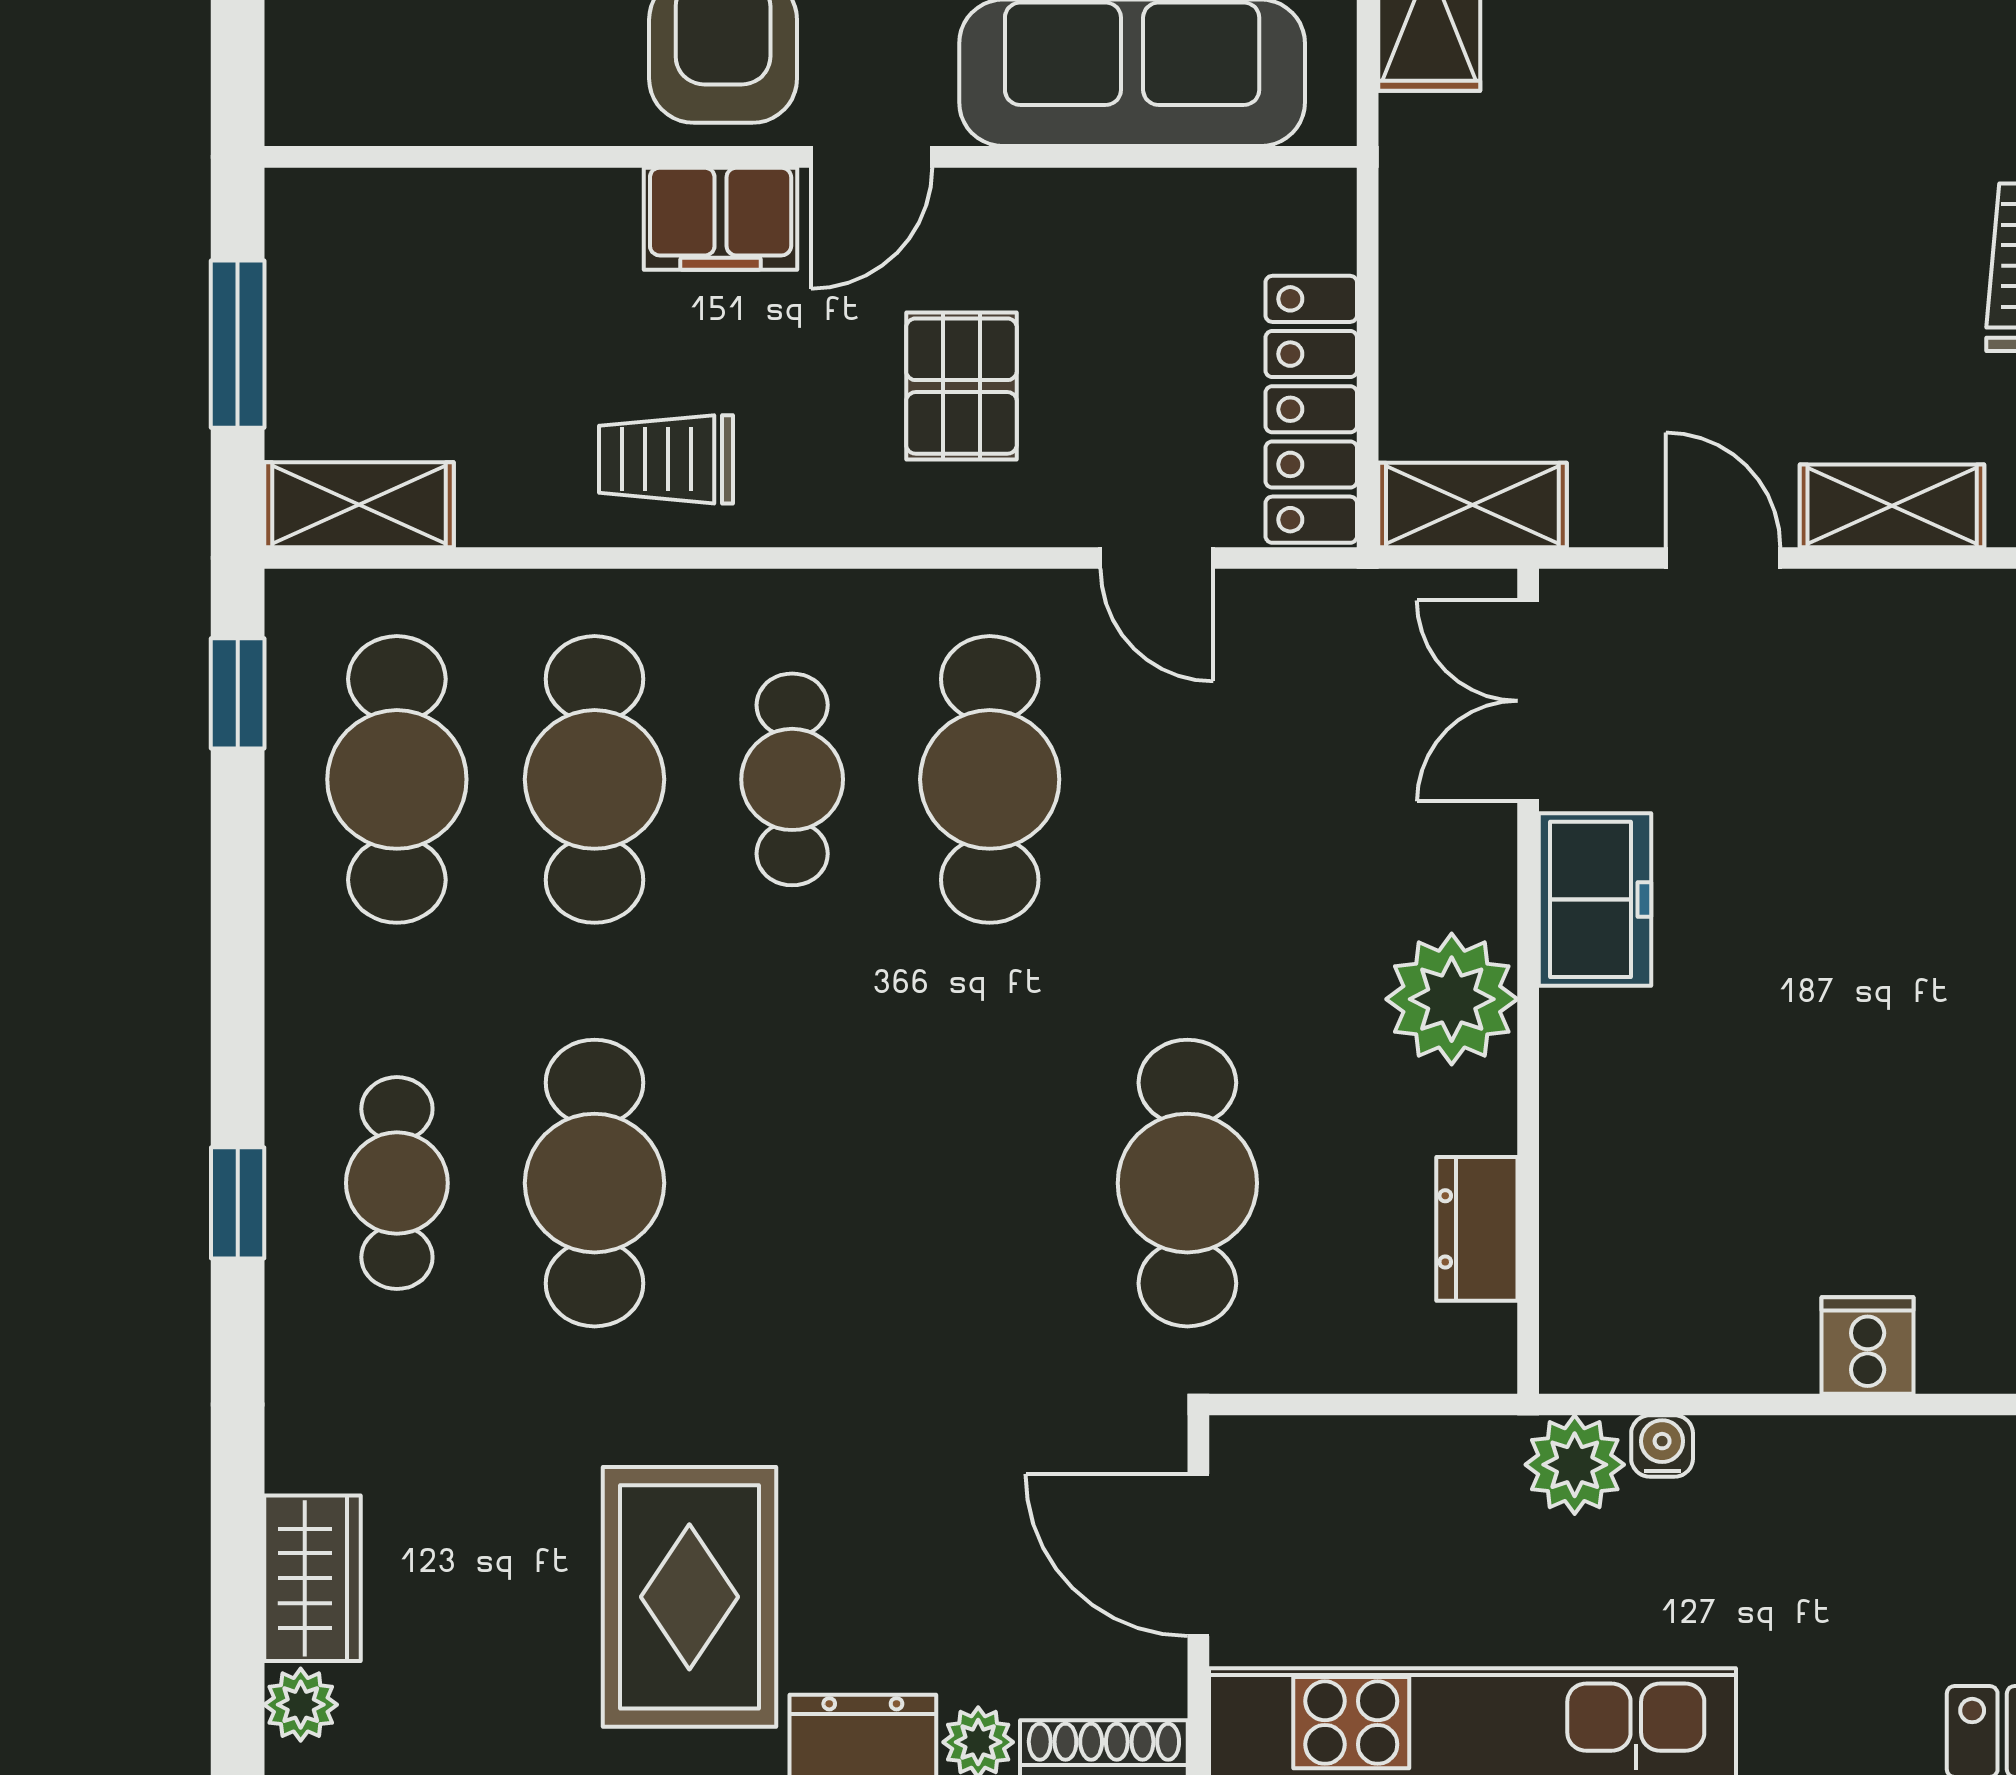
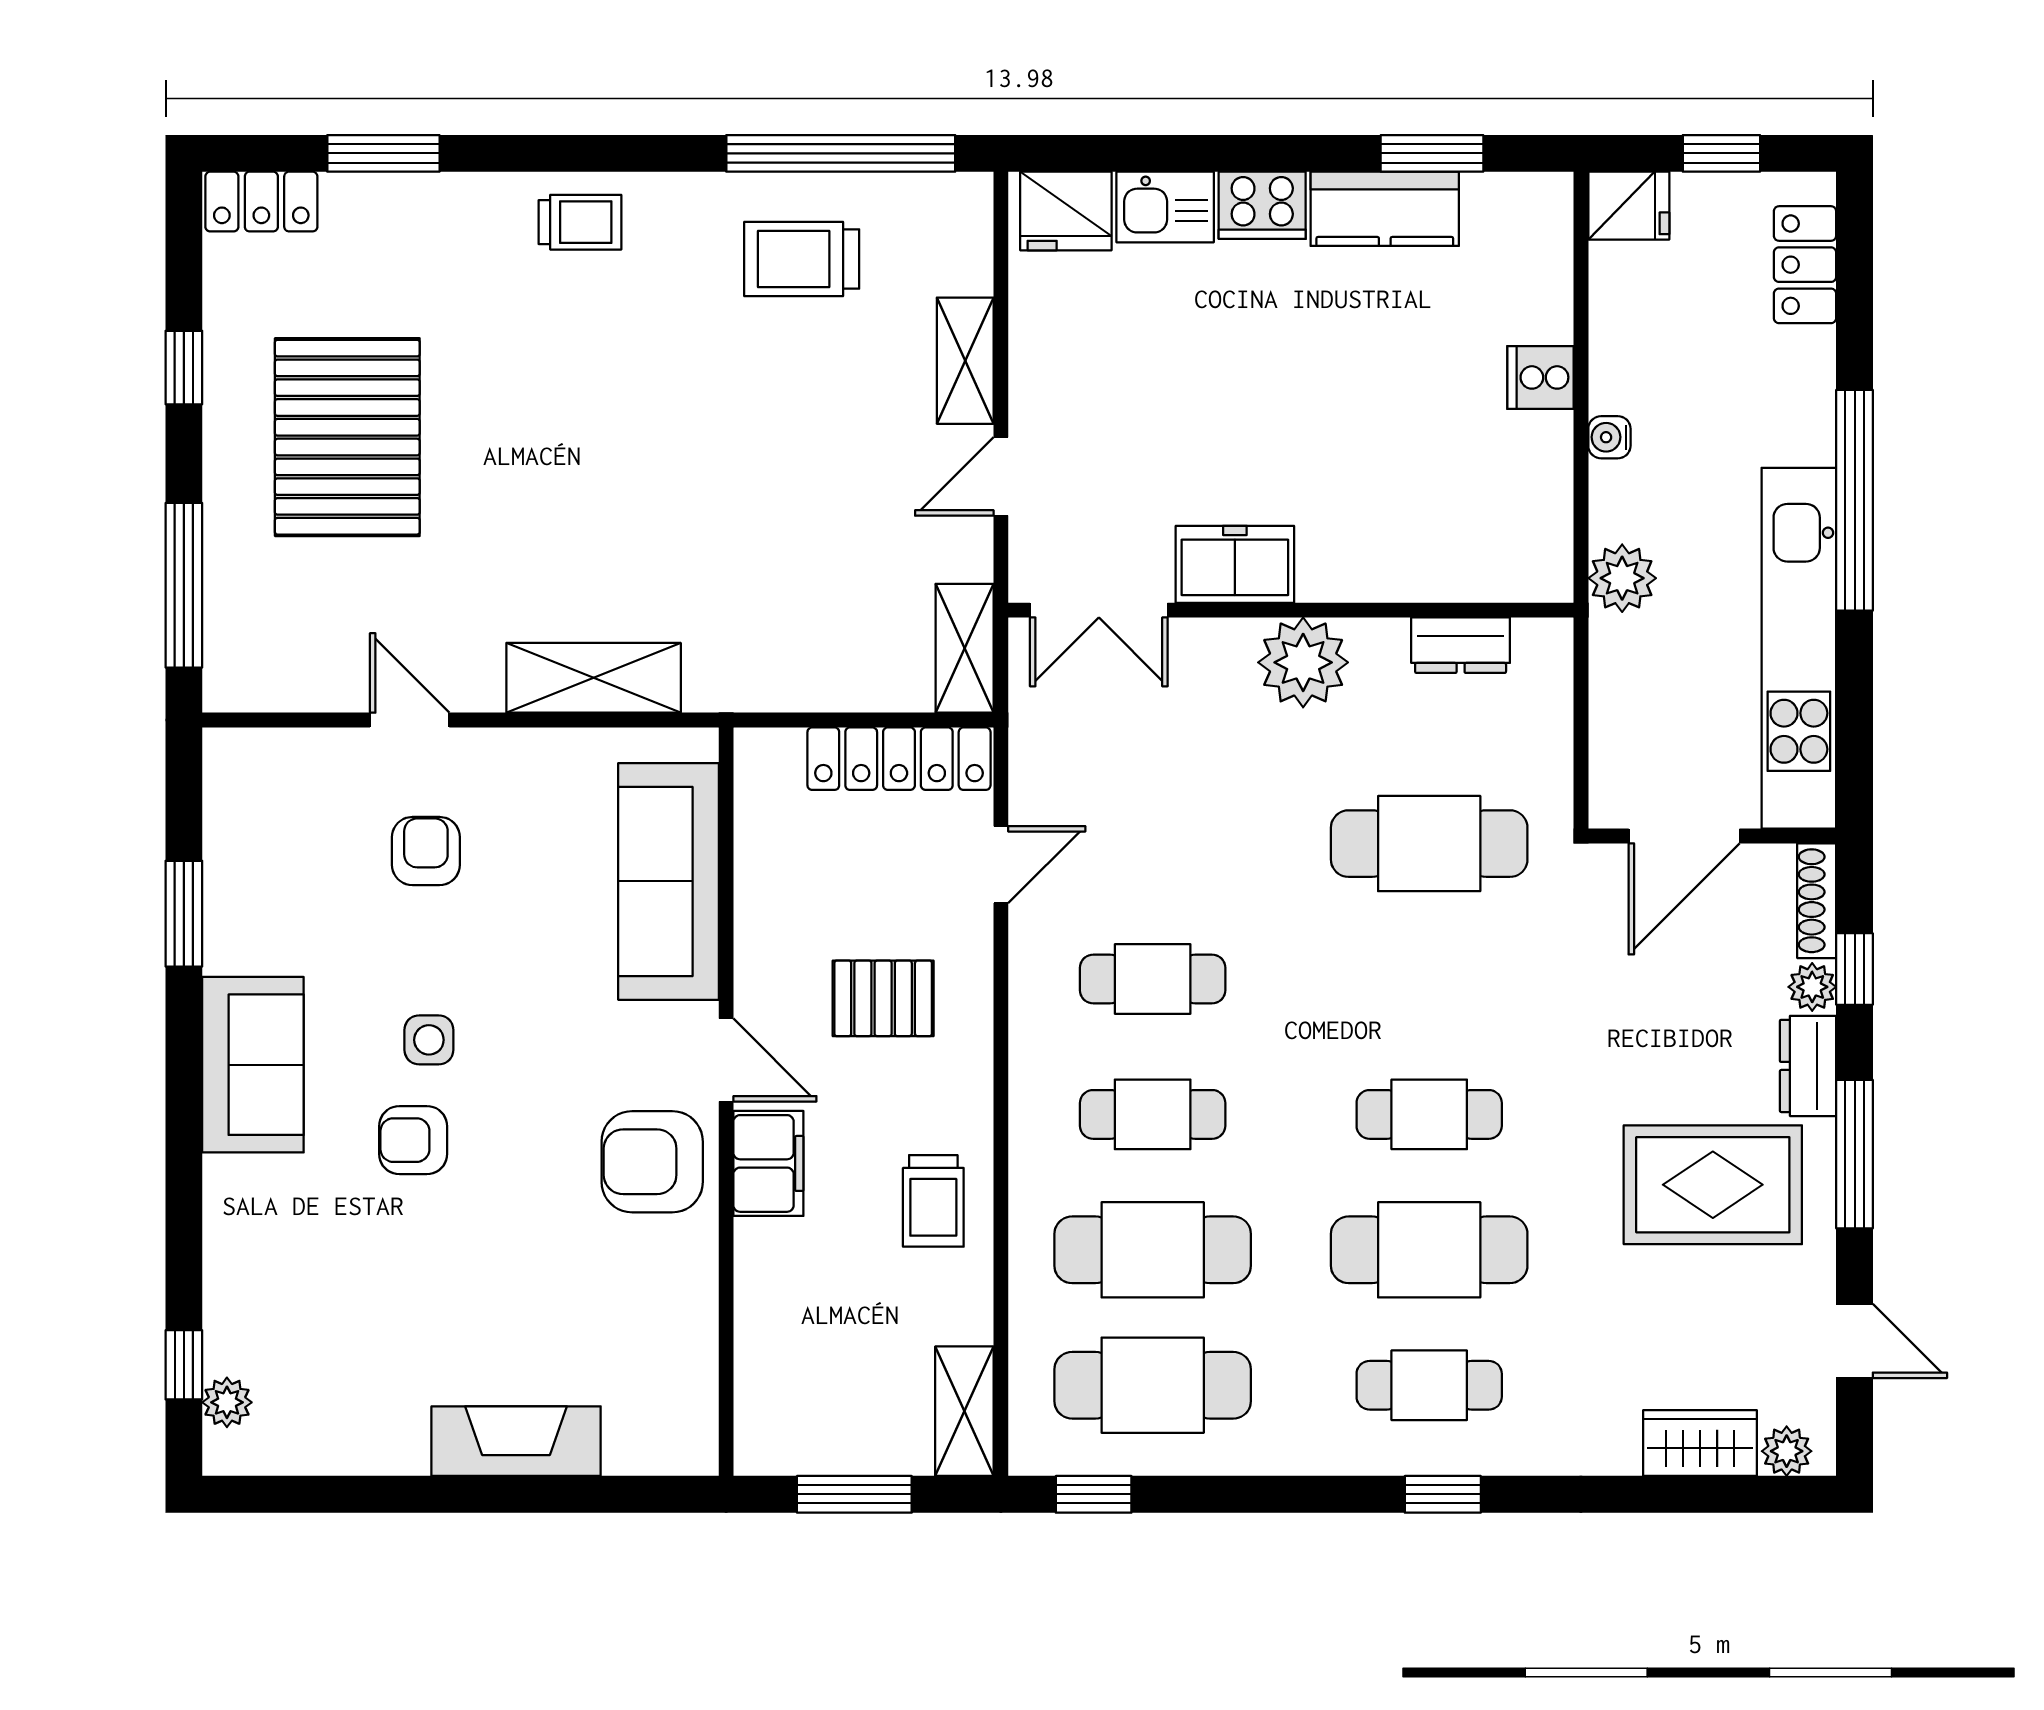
cafe table: (990, 779) -> (1153, 979), width x0.73, depth x0.74
cafe table: (792, 1183) -> (1429, 1114), added
water cooler: (1662, 1446) -> (1609, 437), moved

